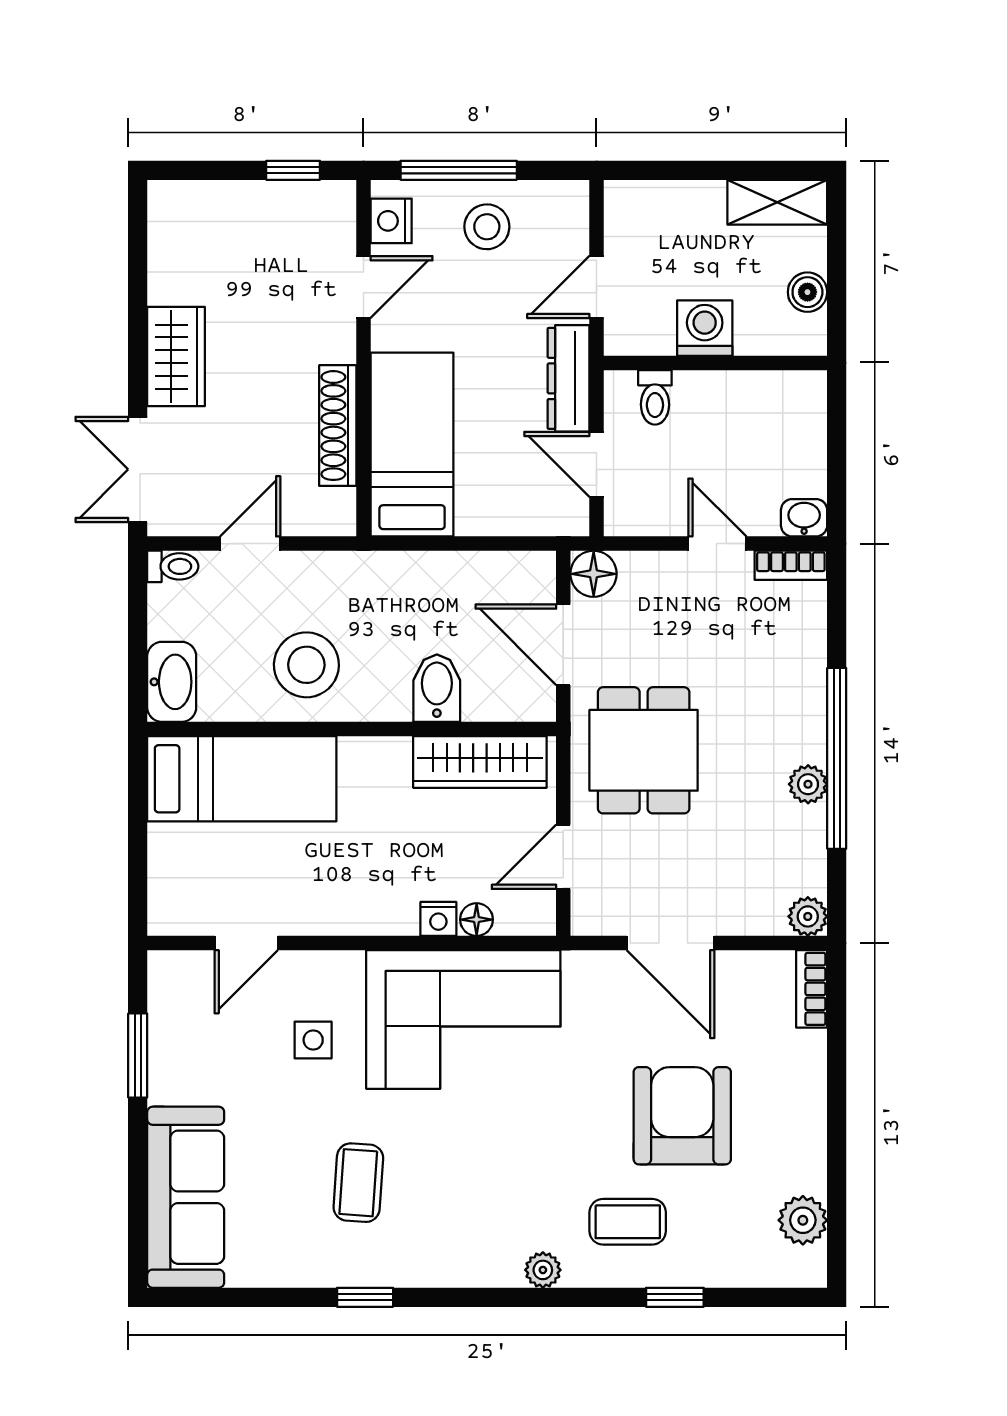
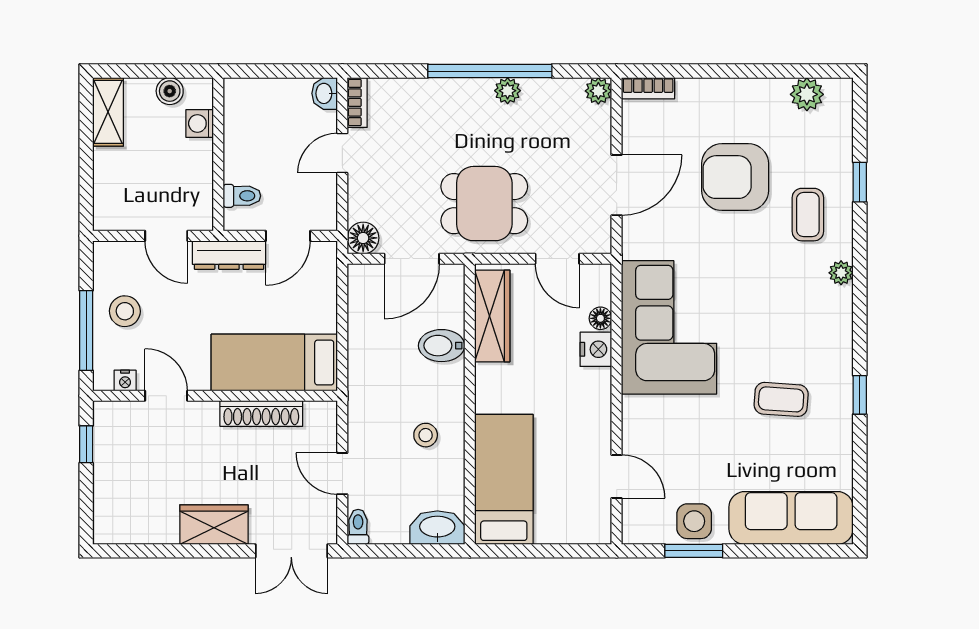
nightstand: (391, 221) -> (125, 381), width x0.72, depth x0.74
washing machine: (705, 328) -> (200, 123), moved, width x0.73, depth x0.73
stool: (306, 665) -> (426, 435), width x0.53, depth x0.53
nightstand: (438, 919) -> (596, 349), width x1.39, depth x1.35
side table: (313, 1040) -> (694, 521), moved, width x1.37, depth x1.37

